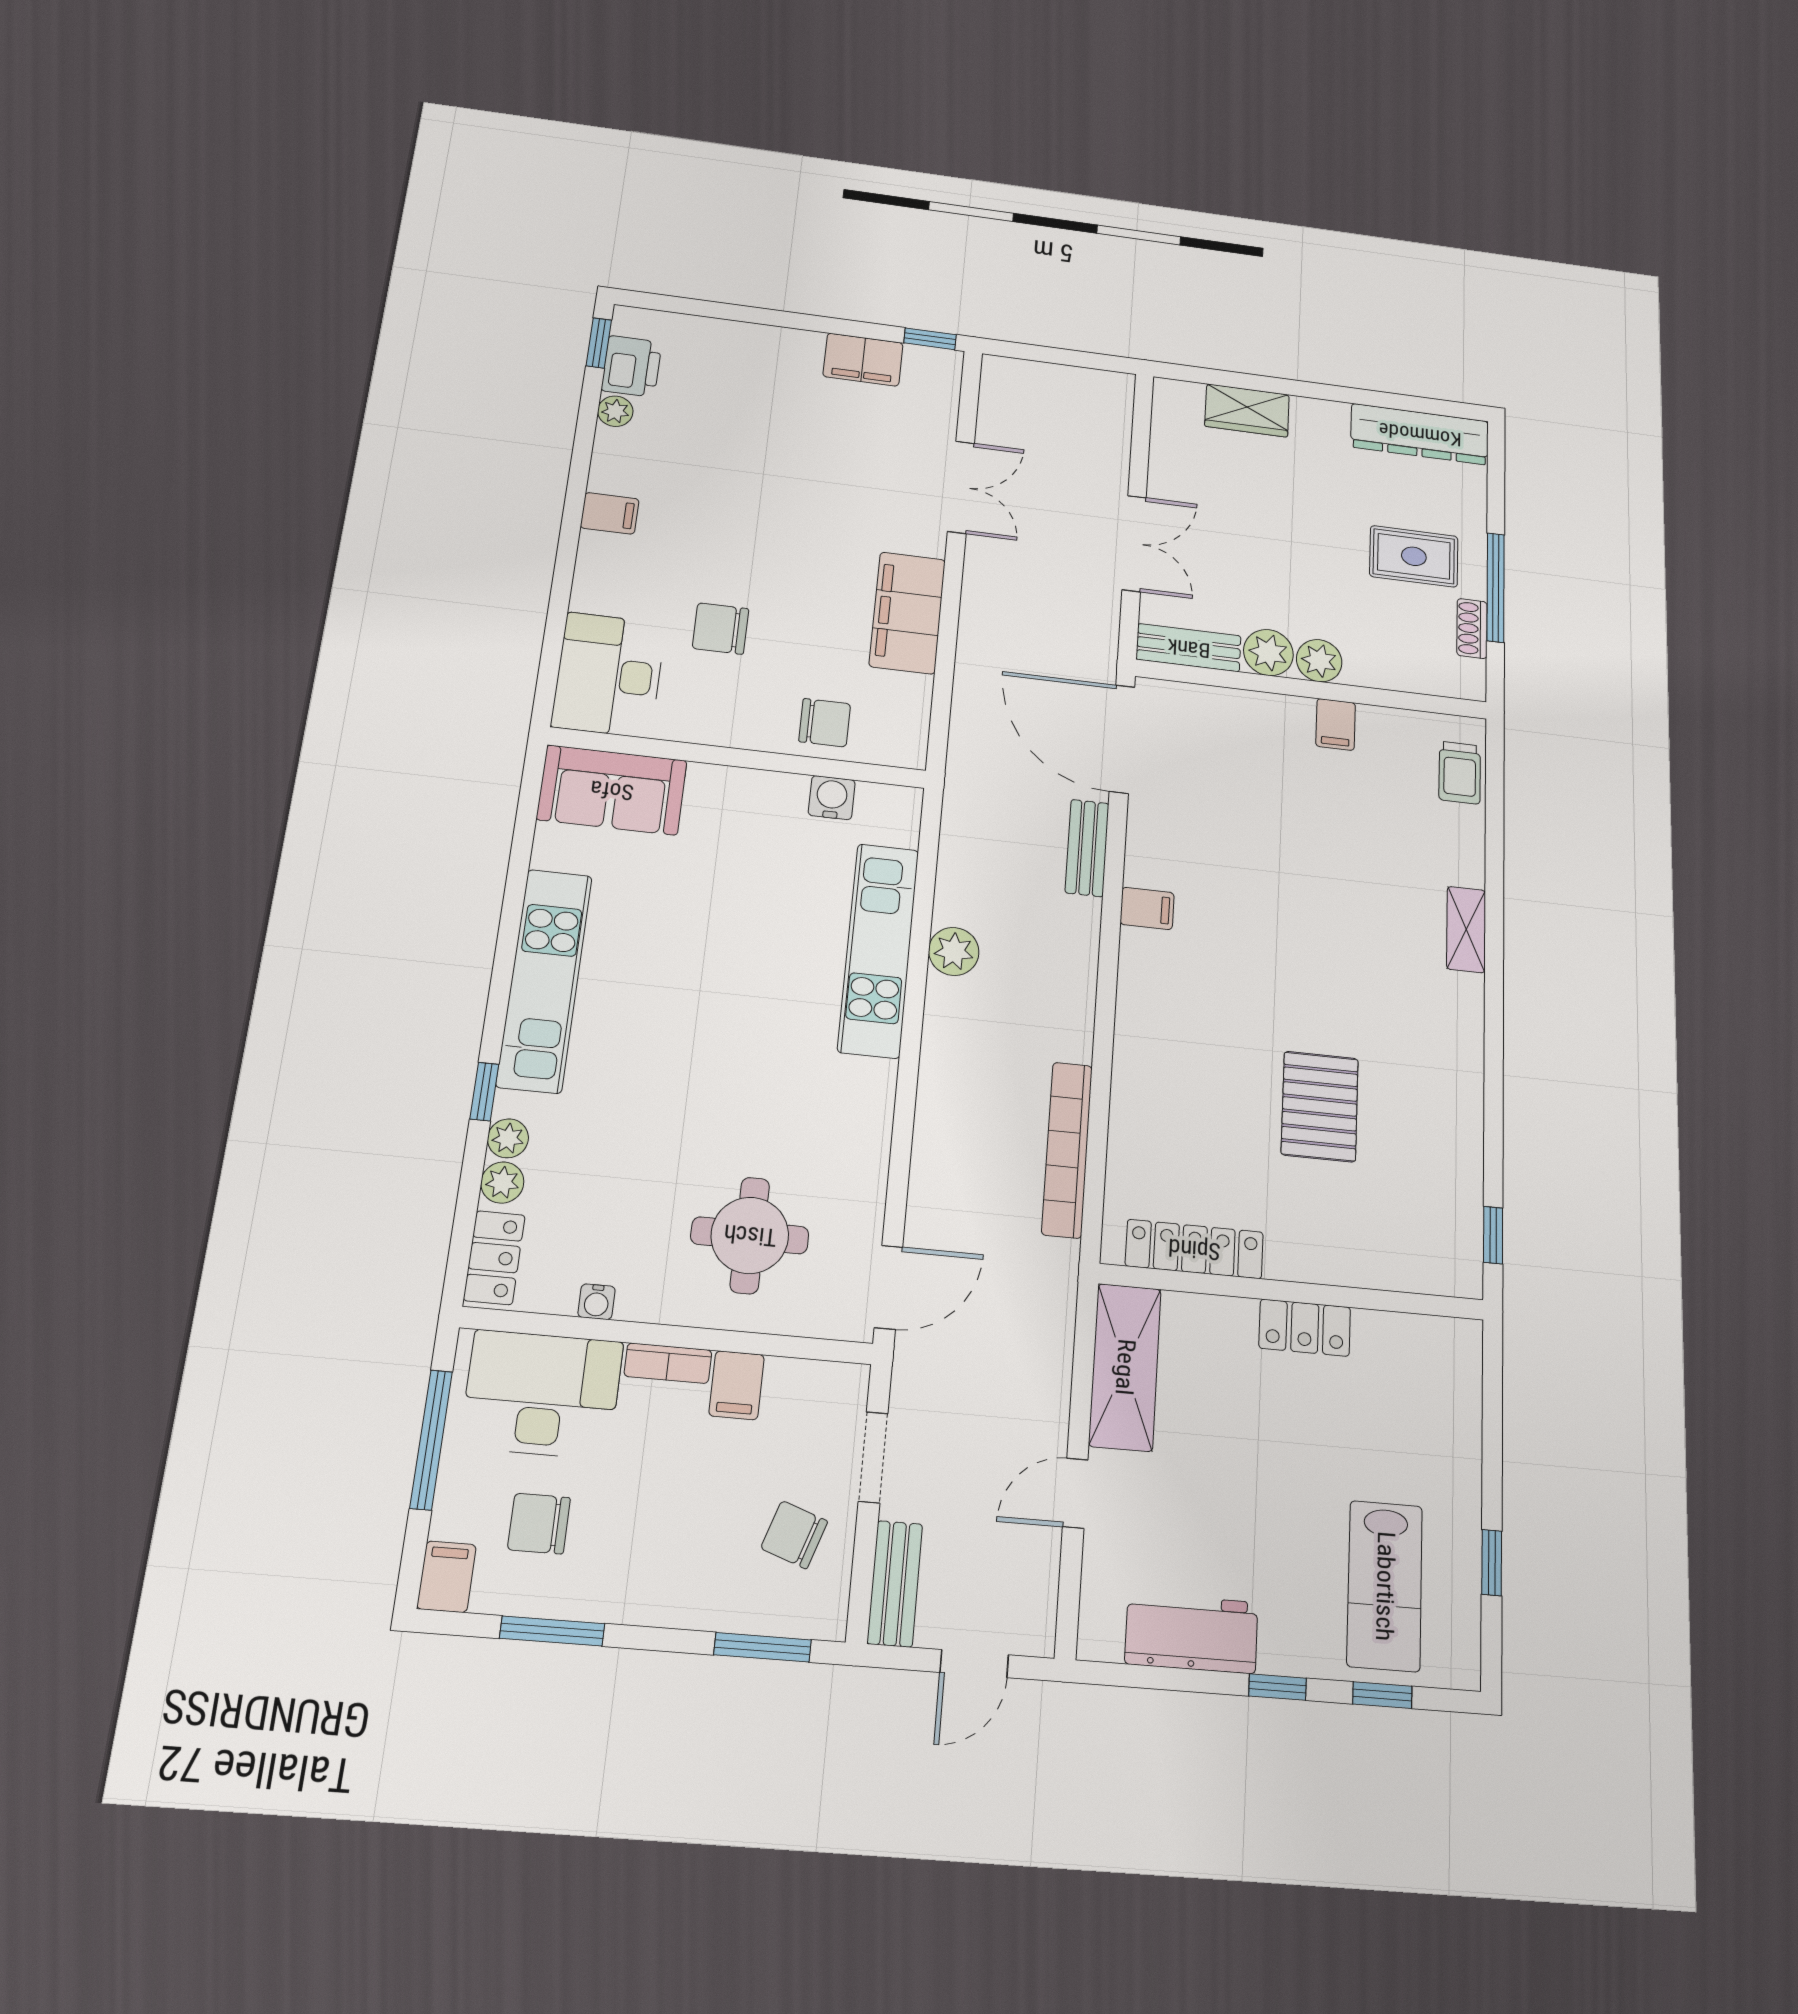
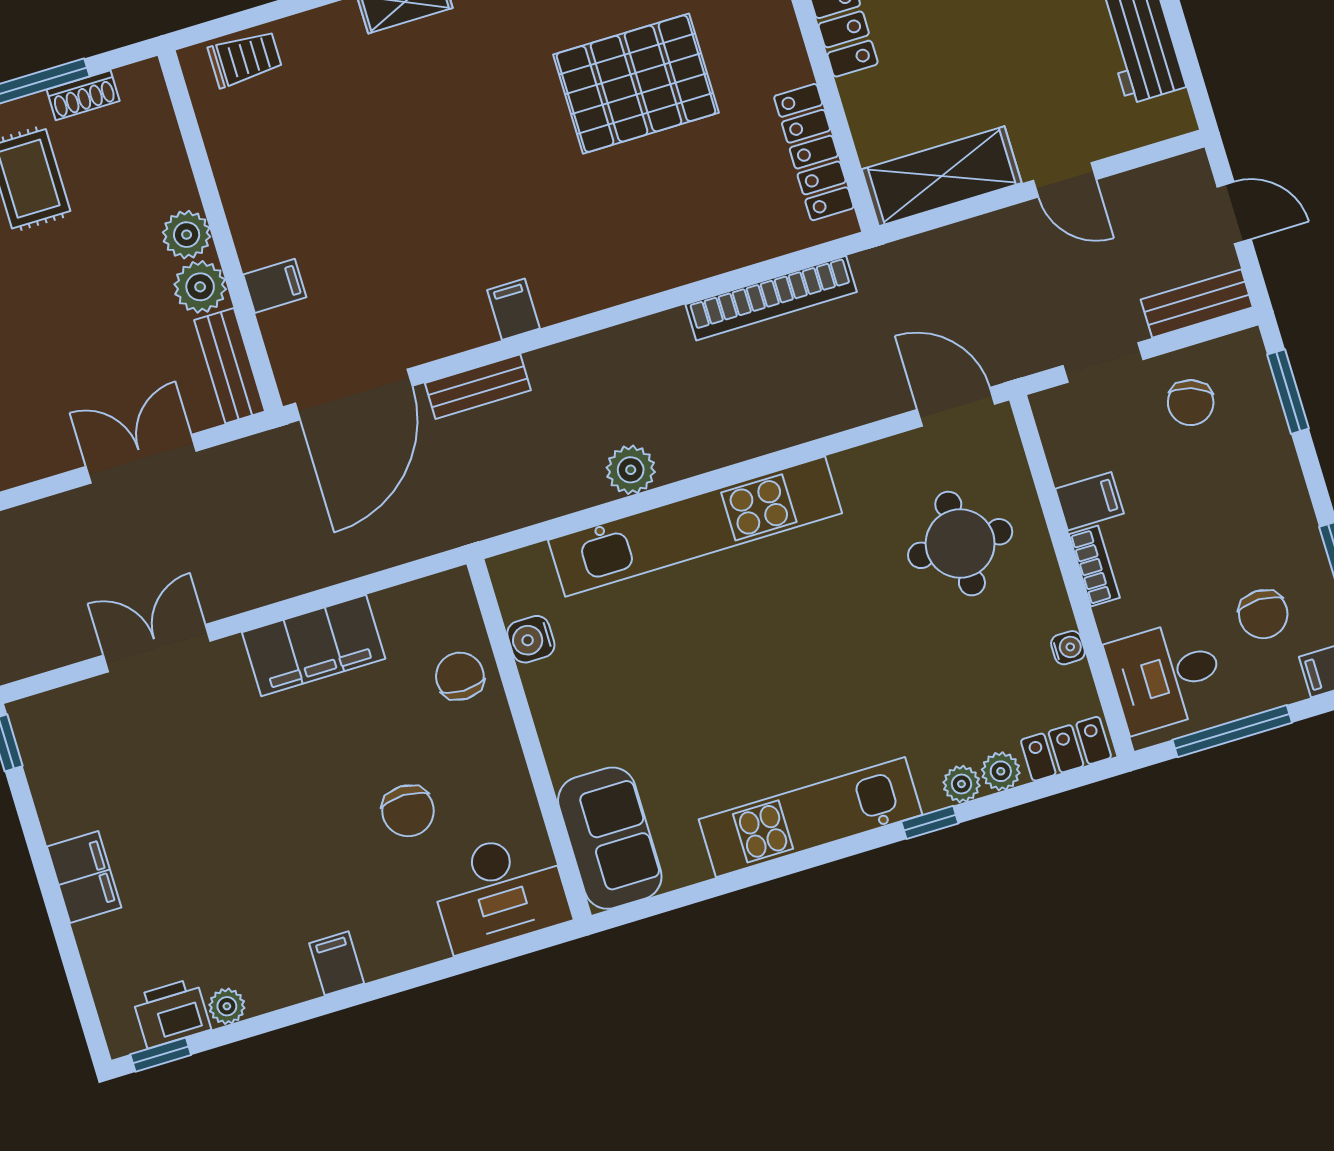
filing cabinet: (863, 360) -> (84, 877), moved
filing cabinet: (1336, 724) -> (275, 286), moved
kitchen unit: (878, 950) -> (695, 527), width x1.36
pallet: (1320, 1106) -> (636, 84), width x1.37, depth x1.41
desk: (542, 1394) -> (1166, 676), width x0.73

